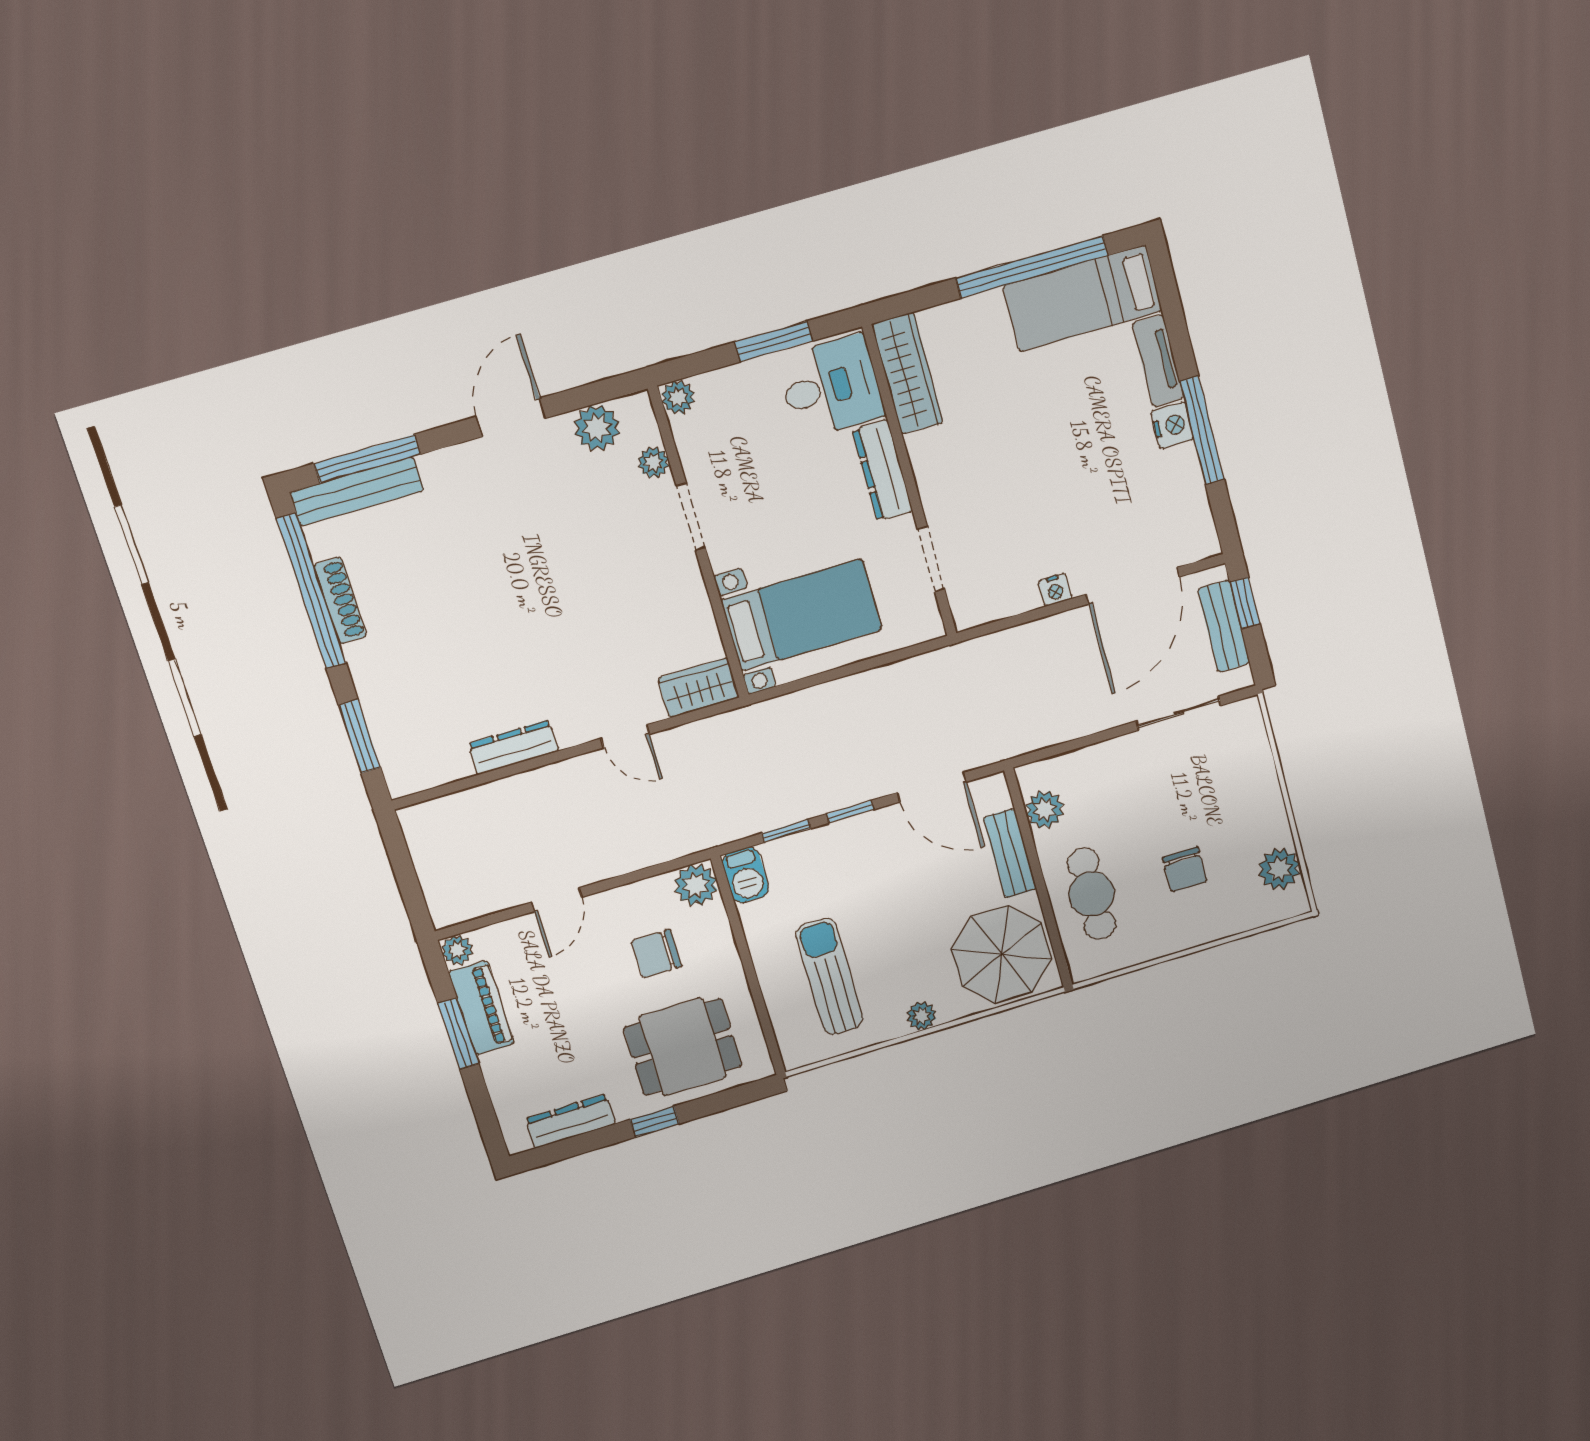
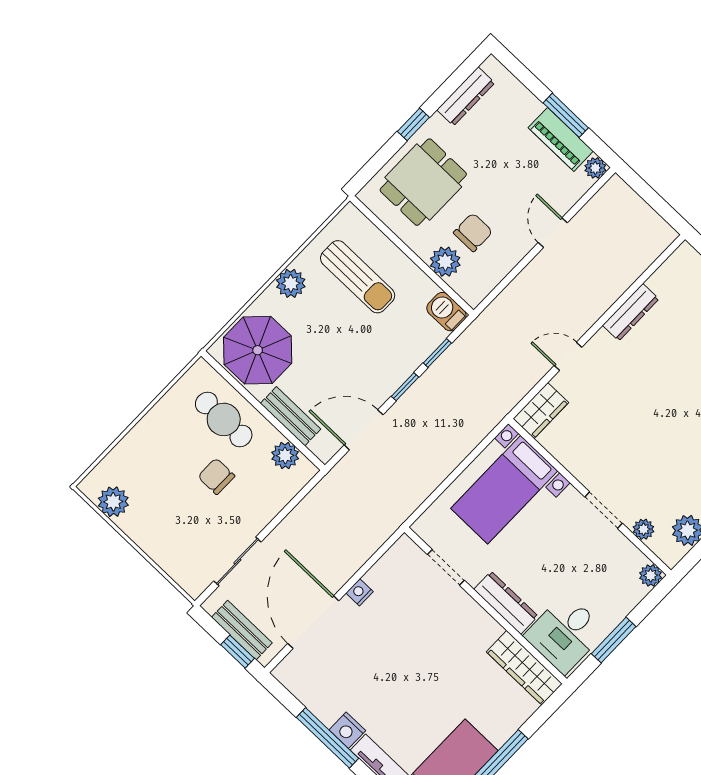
chair: (1185, 870) -> (216, 476), moved
plant: (696, 885) -> (445, 262), moved
plant: (922, 1016) -> (291, 283), width x1.38, depth x1.38

